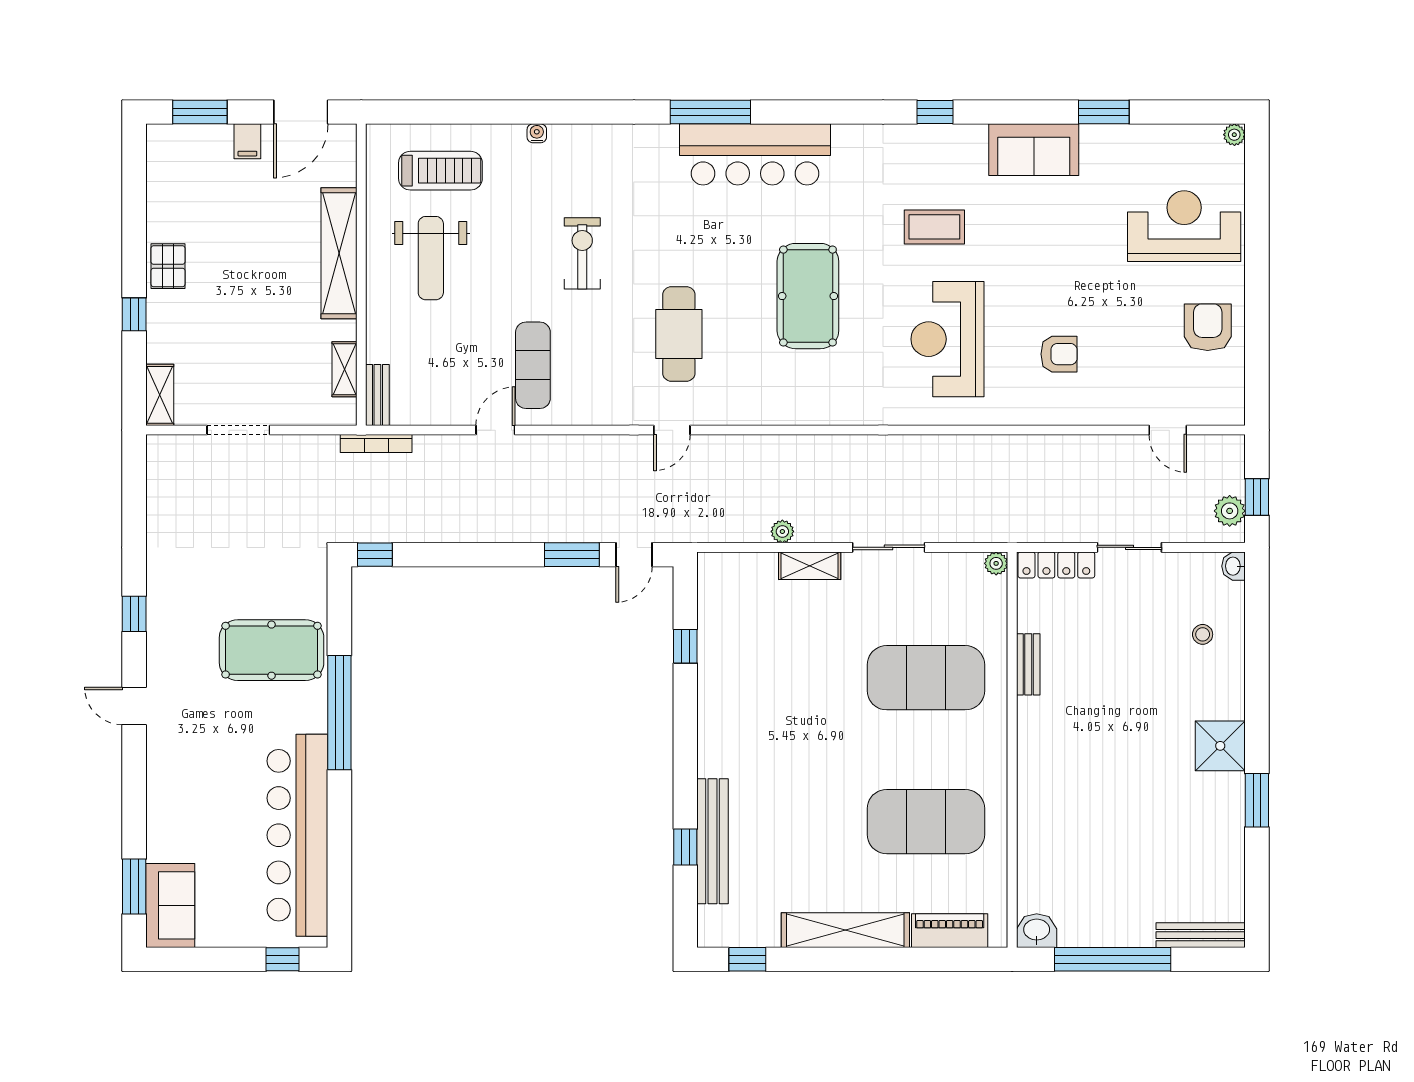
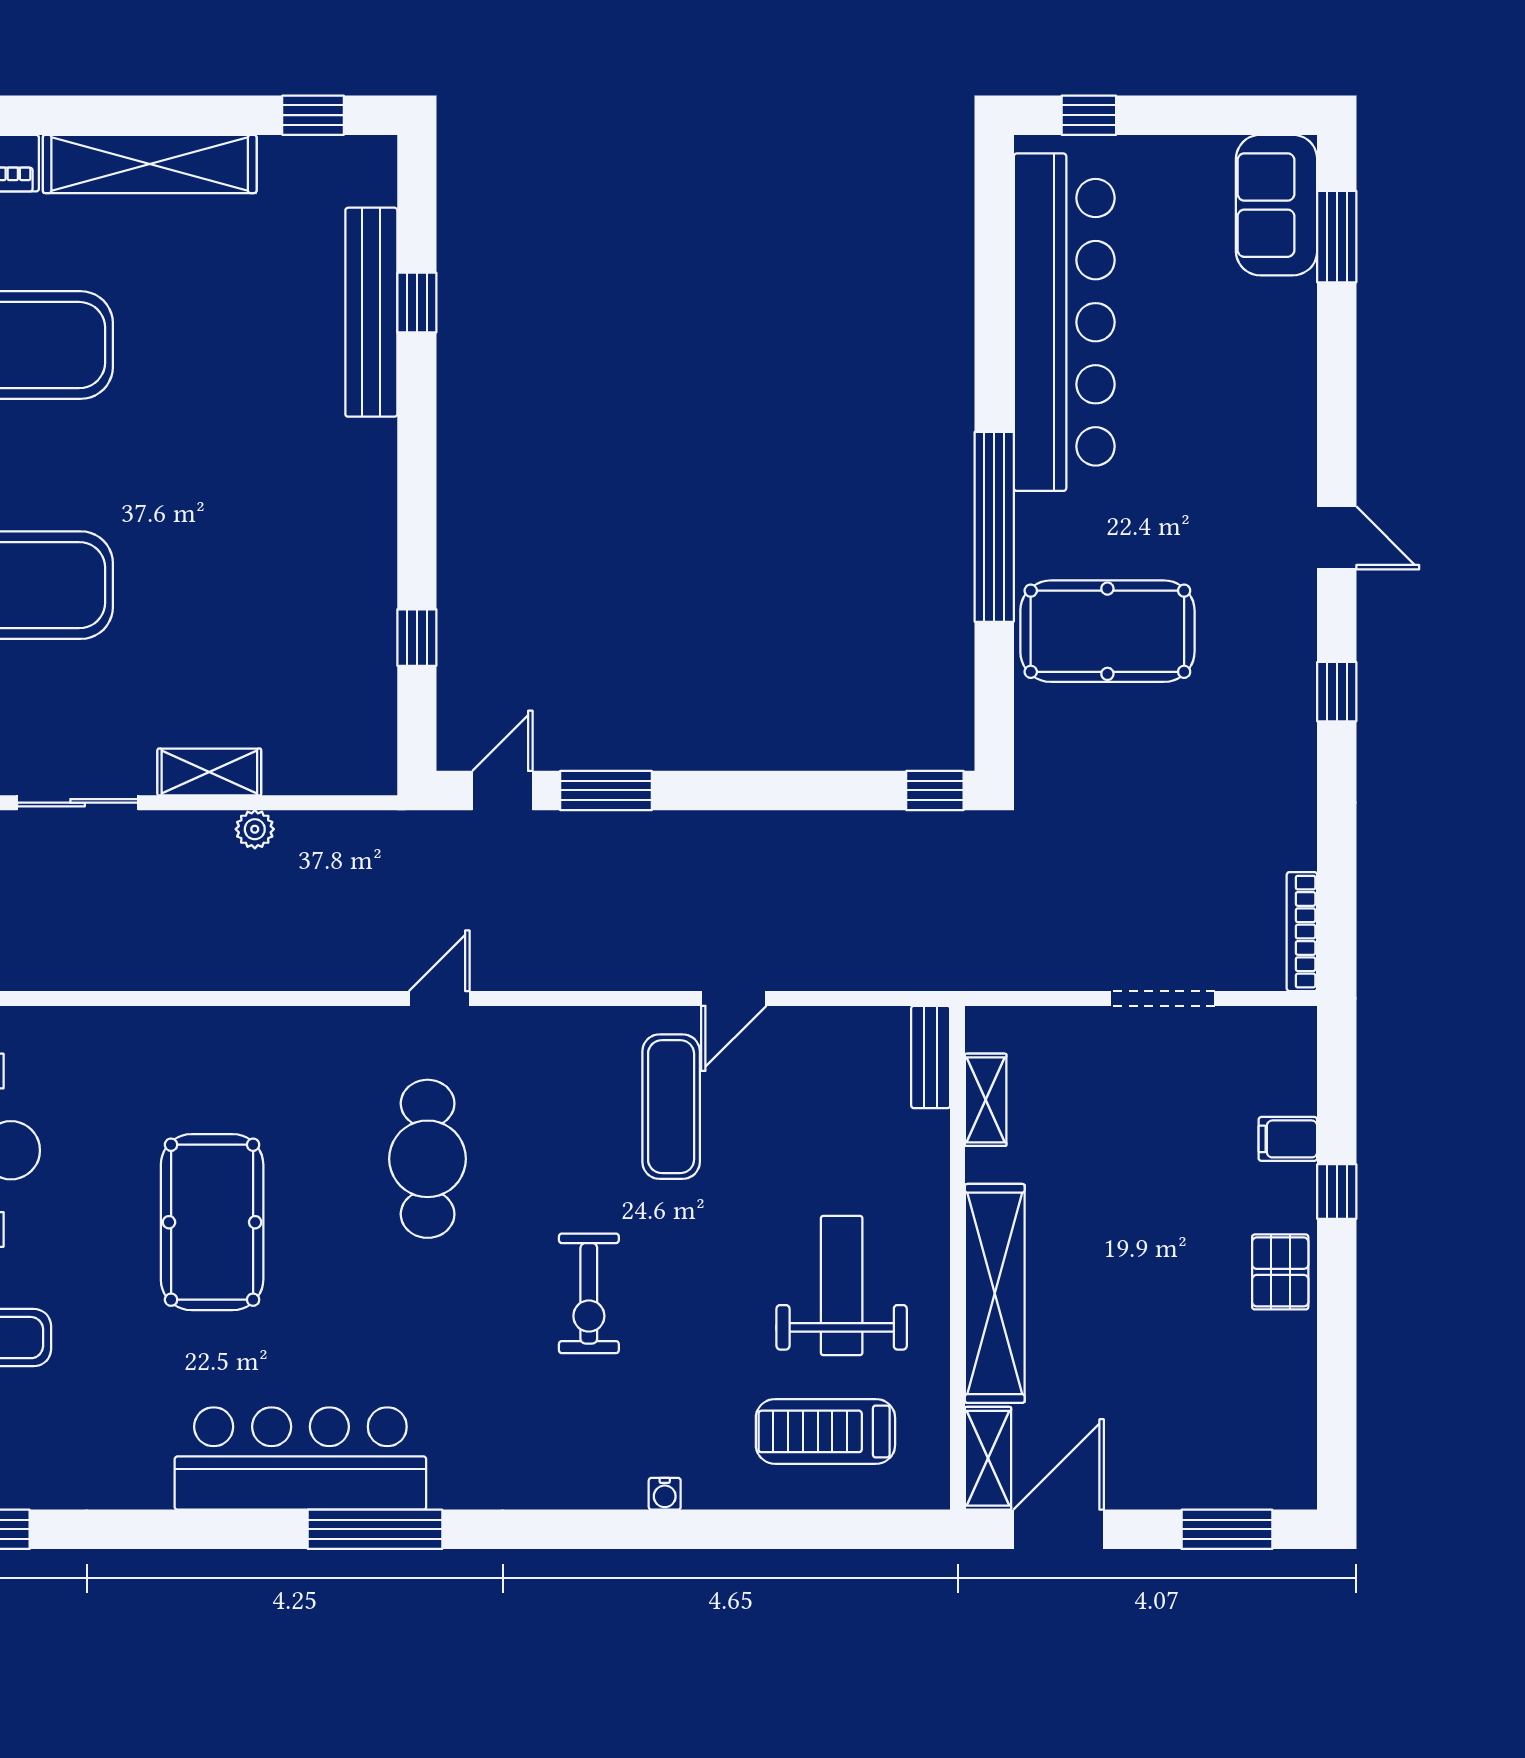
filing cabinet: (247, 141) -> (1288, 1139), moved, turned -90
shelving: (160, 395) -> (988, 1458), moved
bookcase: (376, 444) -> (1302, 932), moved, turned -90

